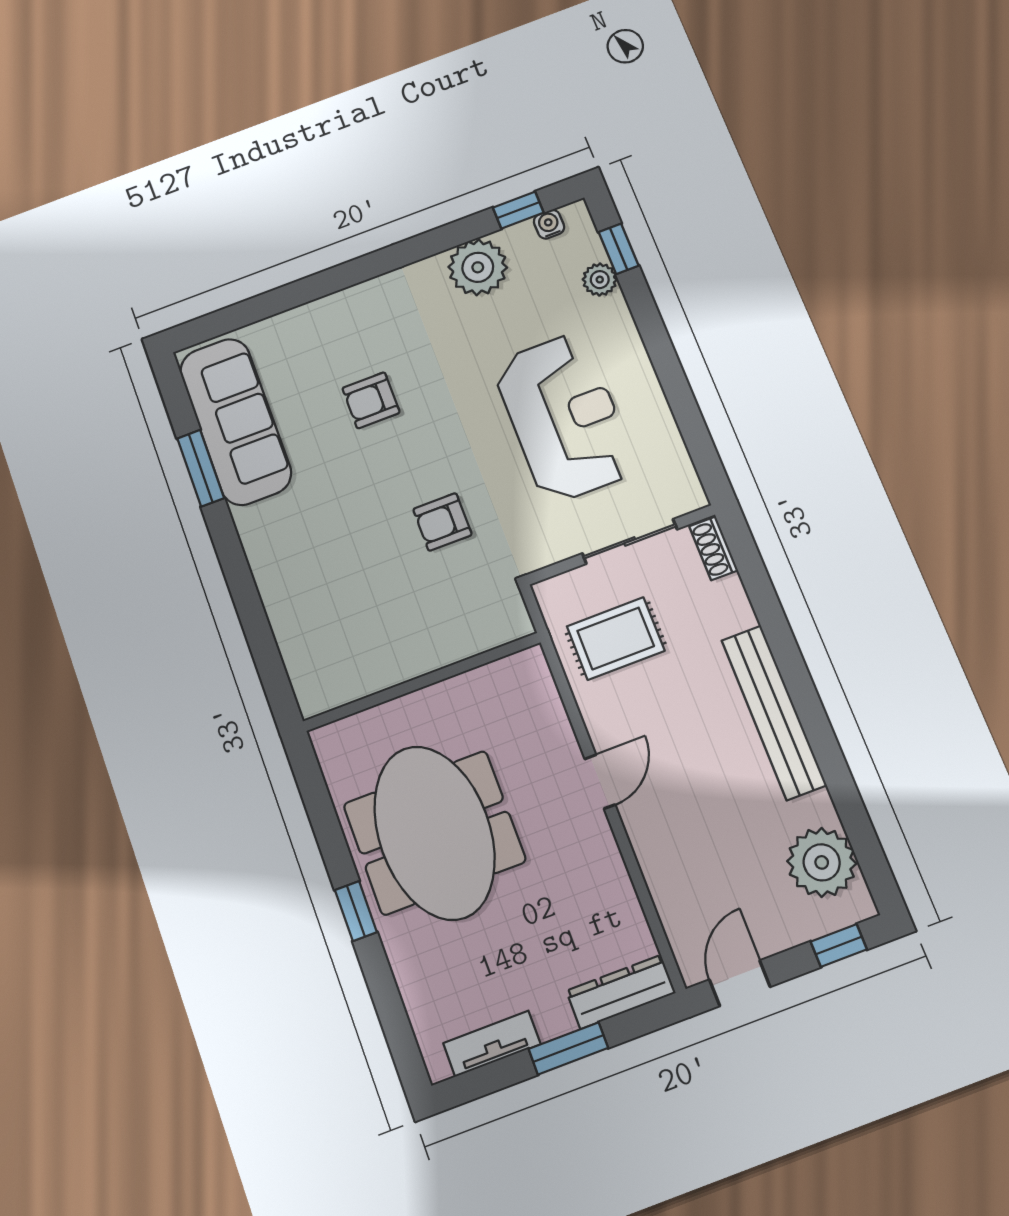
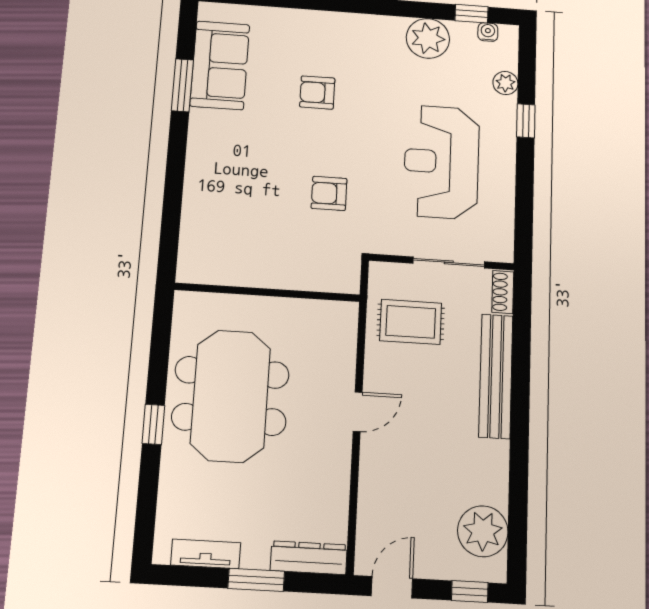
window: (619, 249) -> (526, 121), moved
reception desk: (564, 417) -> (441, 162), turned 180
sofa: (236, 421) -> (220, 65), width x0.73
bench: (774, 712) -> (496, 376), moved

